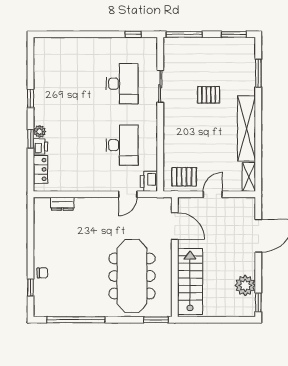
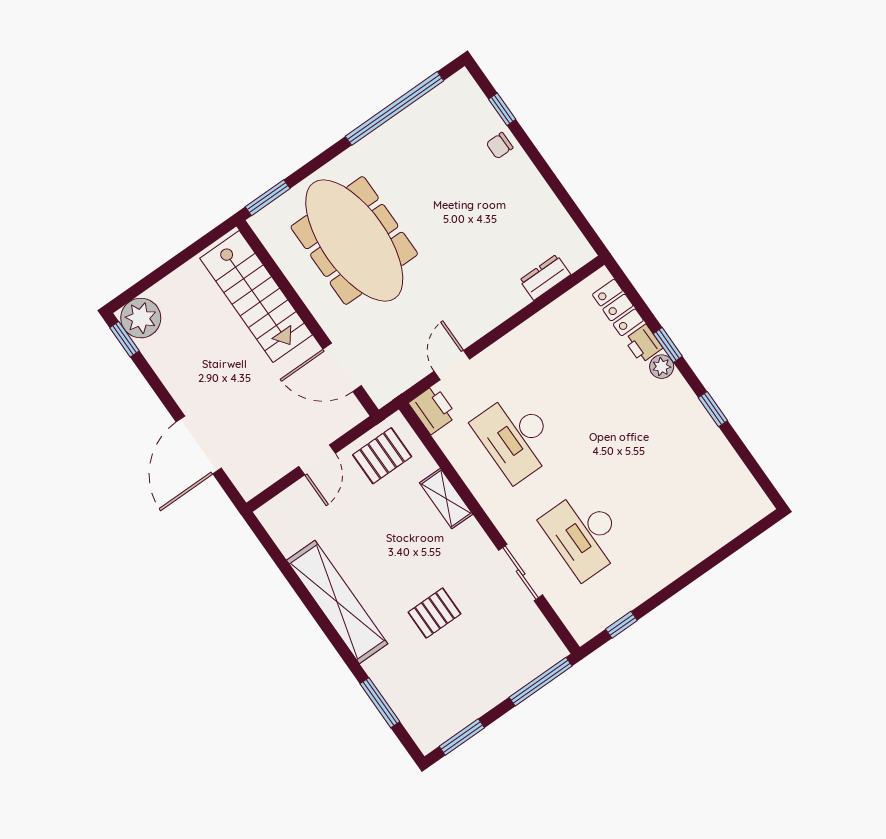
shelving: (249, 177) -> (446, 498), moved
plant: (245, 285) -> (141, 318), moved

